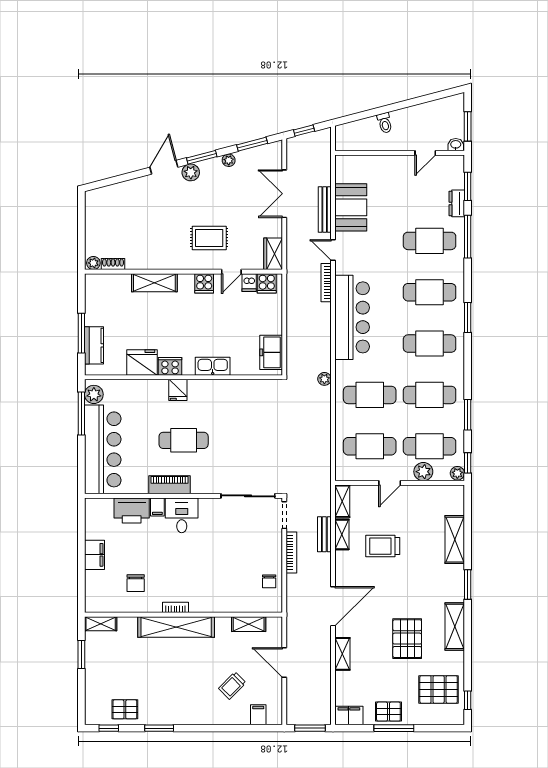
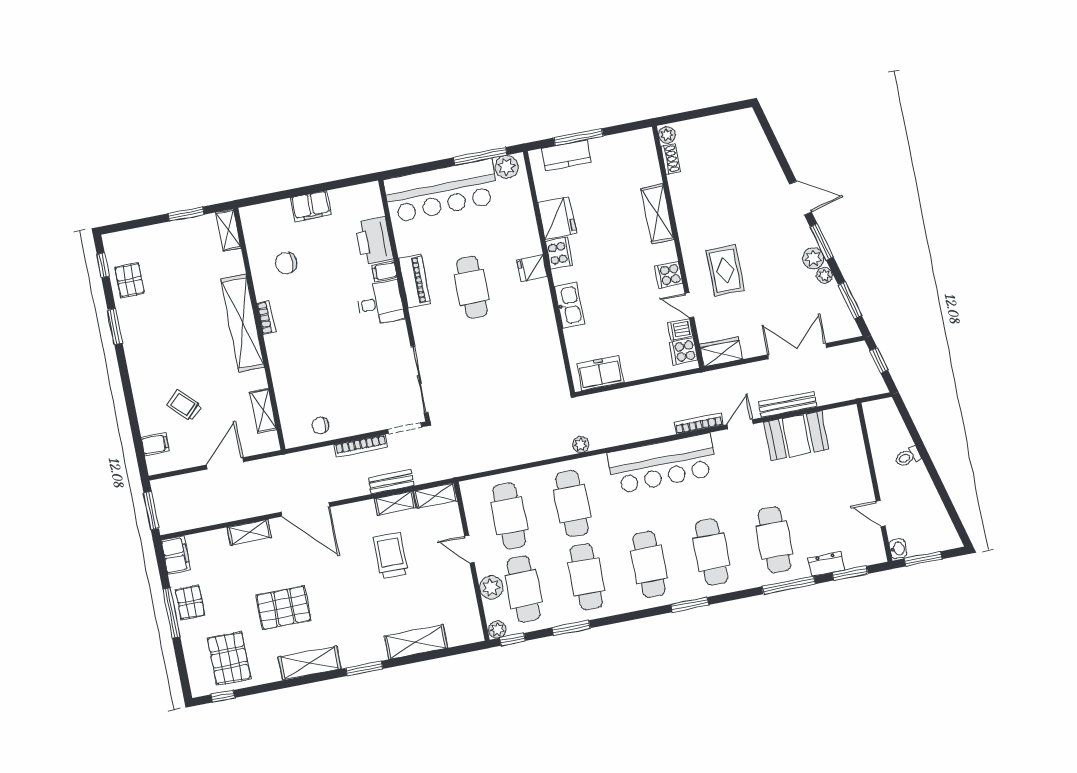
plant: (191, 172) -> (813, 258), moved

